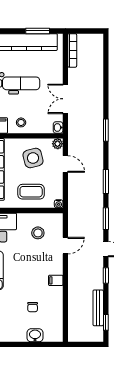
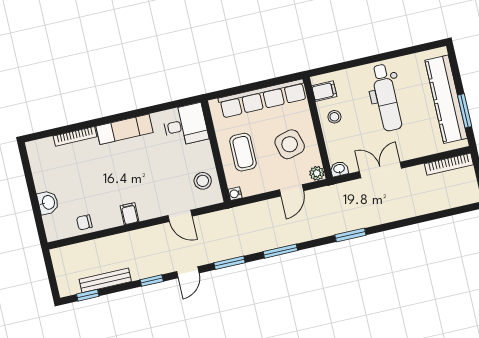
stool: (38, 233) -> (203, 181), moved
chair: (33, 307) -> (84, 222), moved

